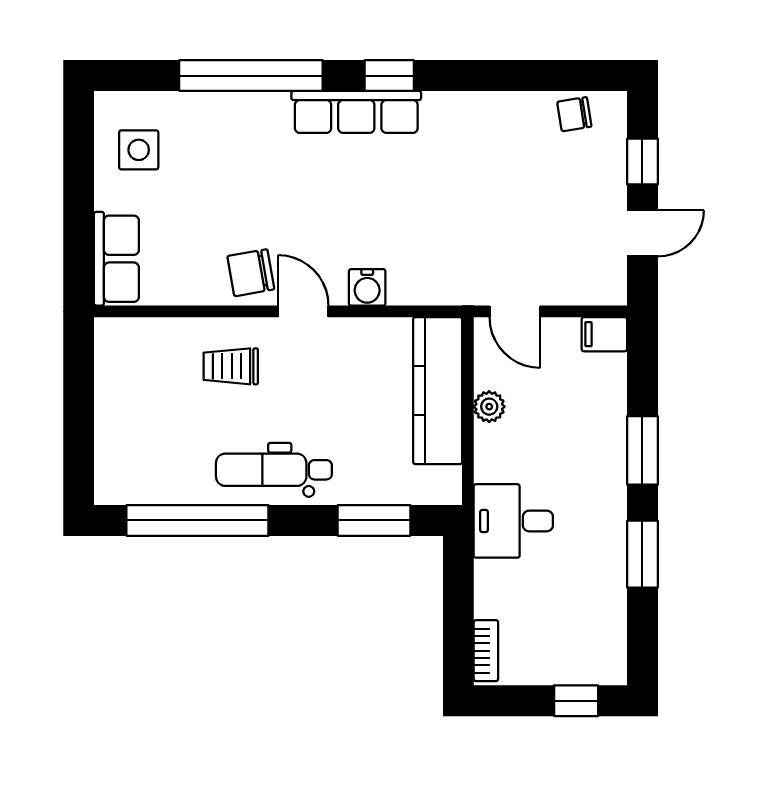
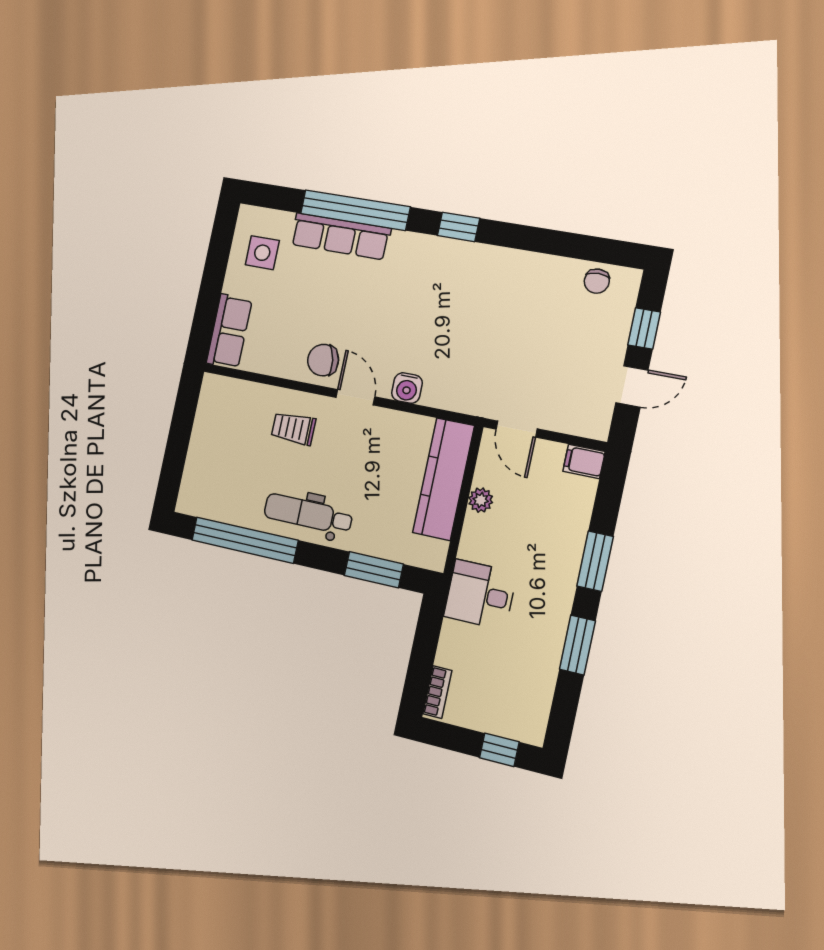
row of seats: (356, 112) -> (340, 236), moved
chair: (574, 114) -> (597, 281), turned -81

